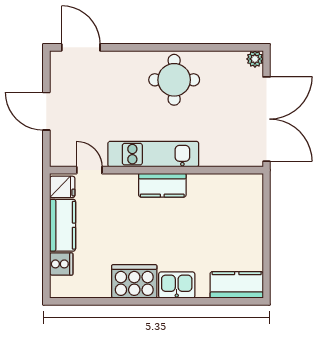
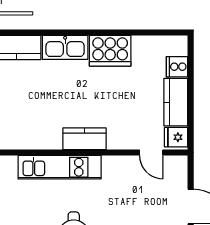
kitchen unit: (153, 154) -> (60, 167), moved
kitchen sink: (177, 285) -> (65, 47), width x1.38

